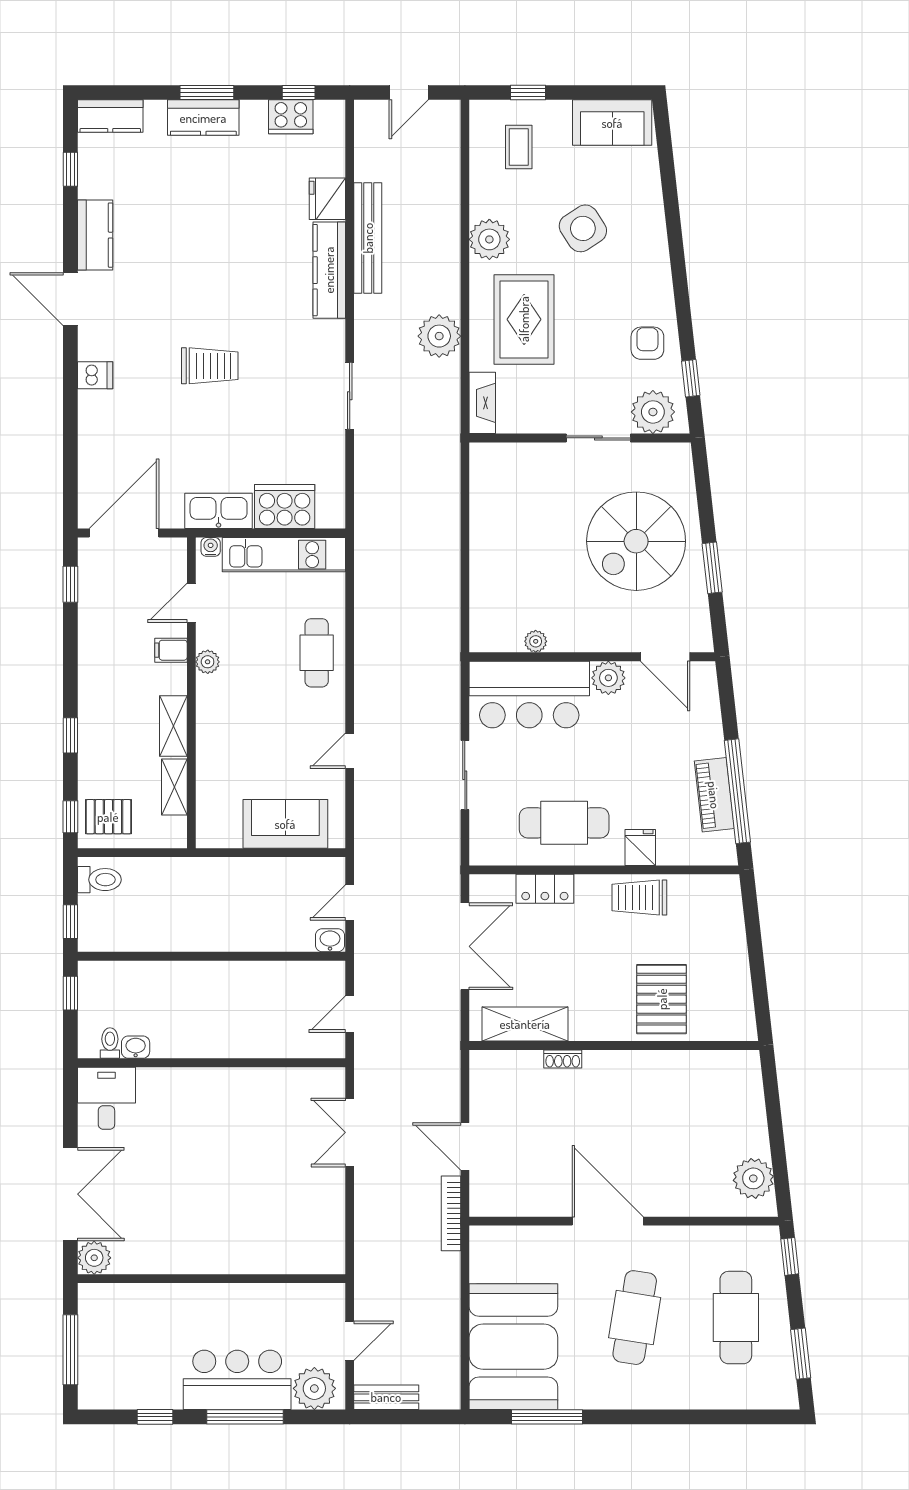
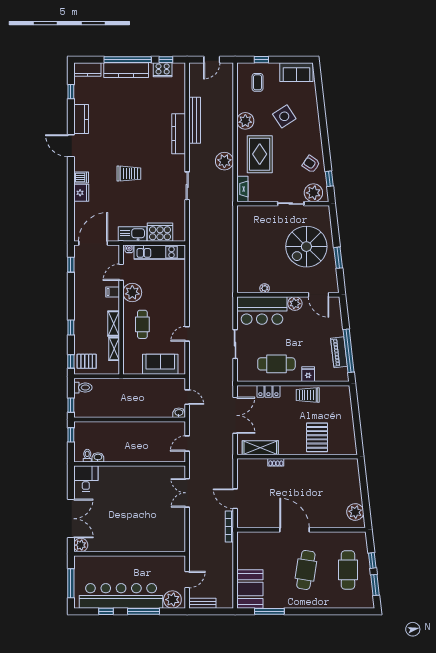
window: (207, 93) -> (128, 60), width x2.11
kitchen counter: (203, 118) -> (126, 70), width x1.50
fridge: (327, 199) -> (81, 193), moved, turned 180
armchair: (647, 343) -> (311, 164), turned -56
cafe table: (317, 653) -> (142, 324), moved
plant: (208, 662) -> (132, 292), width x1.88, depth x1.88
door: (350, 903) -> (187, 397), swing flipped
window: (790, 1256) -> (372, 560), moved
booth: (513, 1347) -> (250, 589), width x0.73, depth x0.70
bar counter: (237, 1380) -> (121, 596), width x1.86

